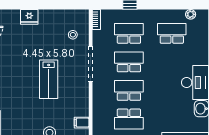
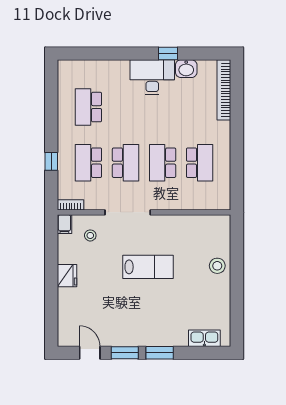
plant: (191, 14) -> (64, 83), removed
fridge: (29, 17) -> (67, 276), moved
school desk: (129, 62) -> (125, 163), turned 180
filing cabinet: (82, 123) -> (64, 224), moved

